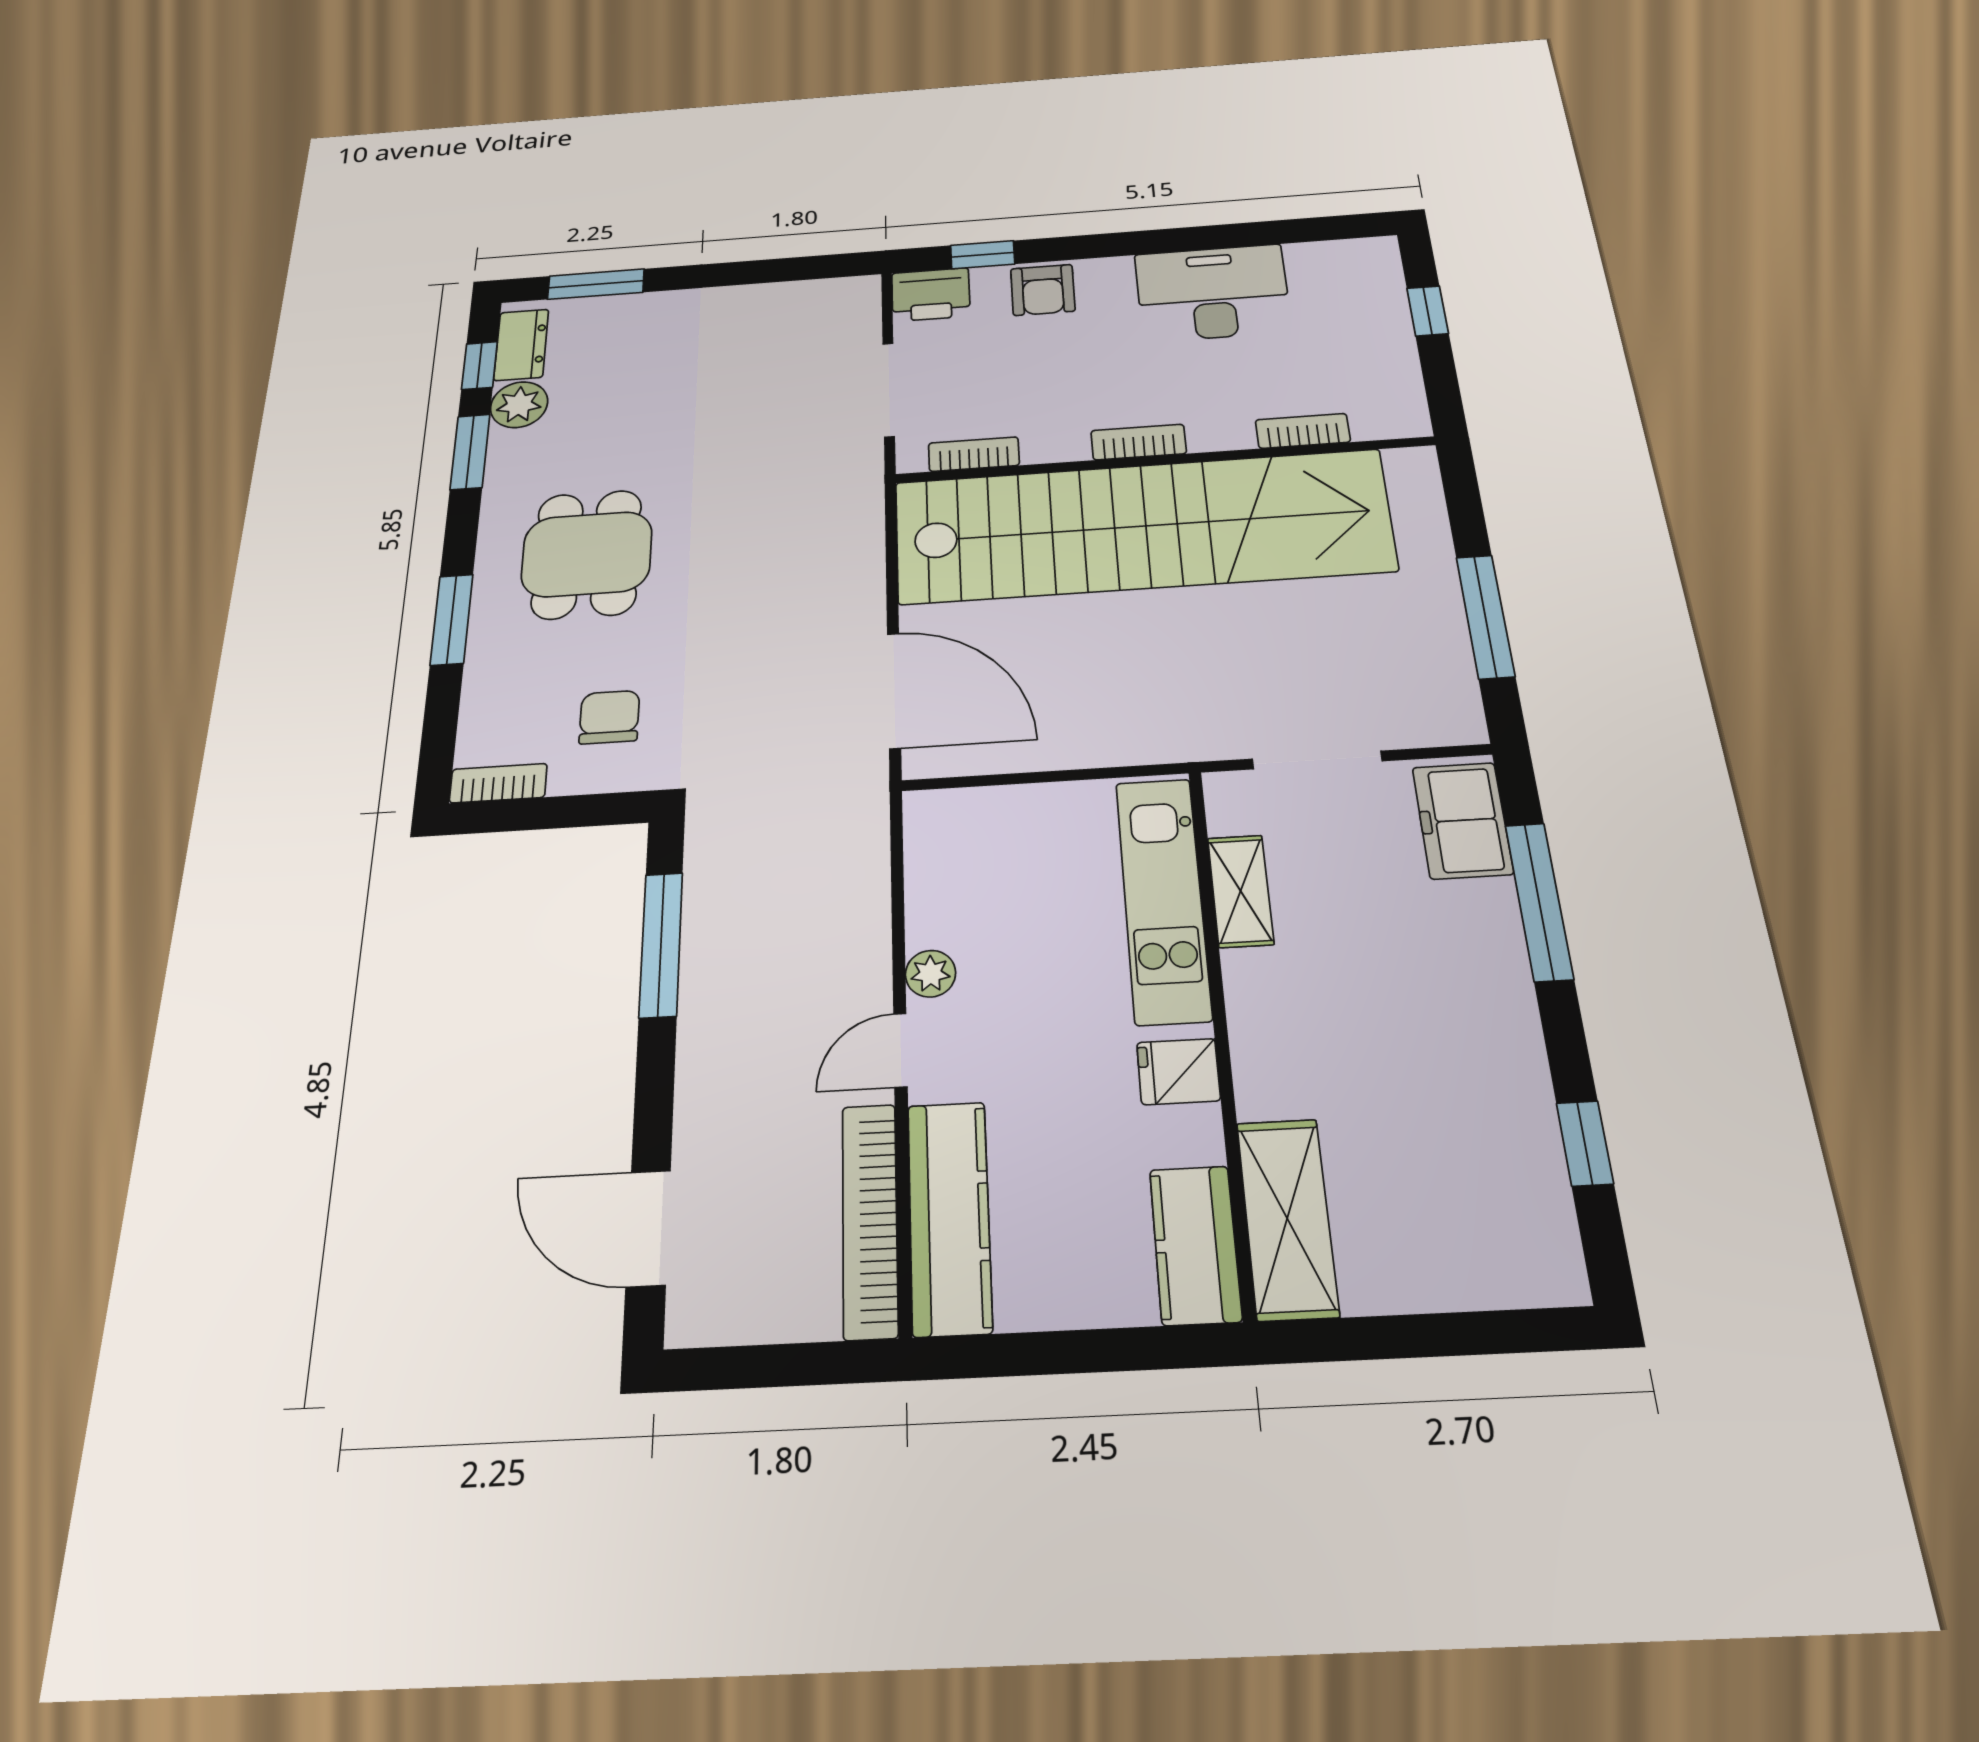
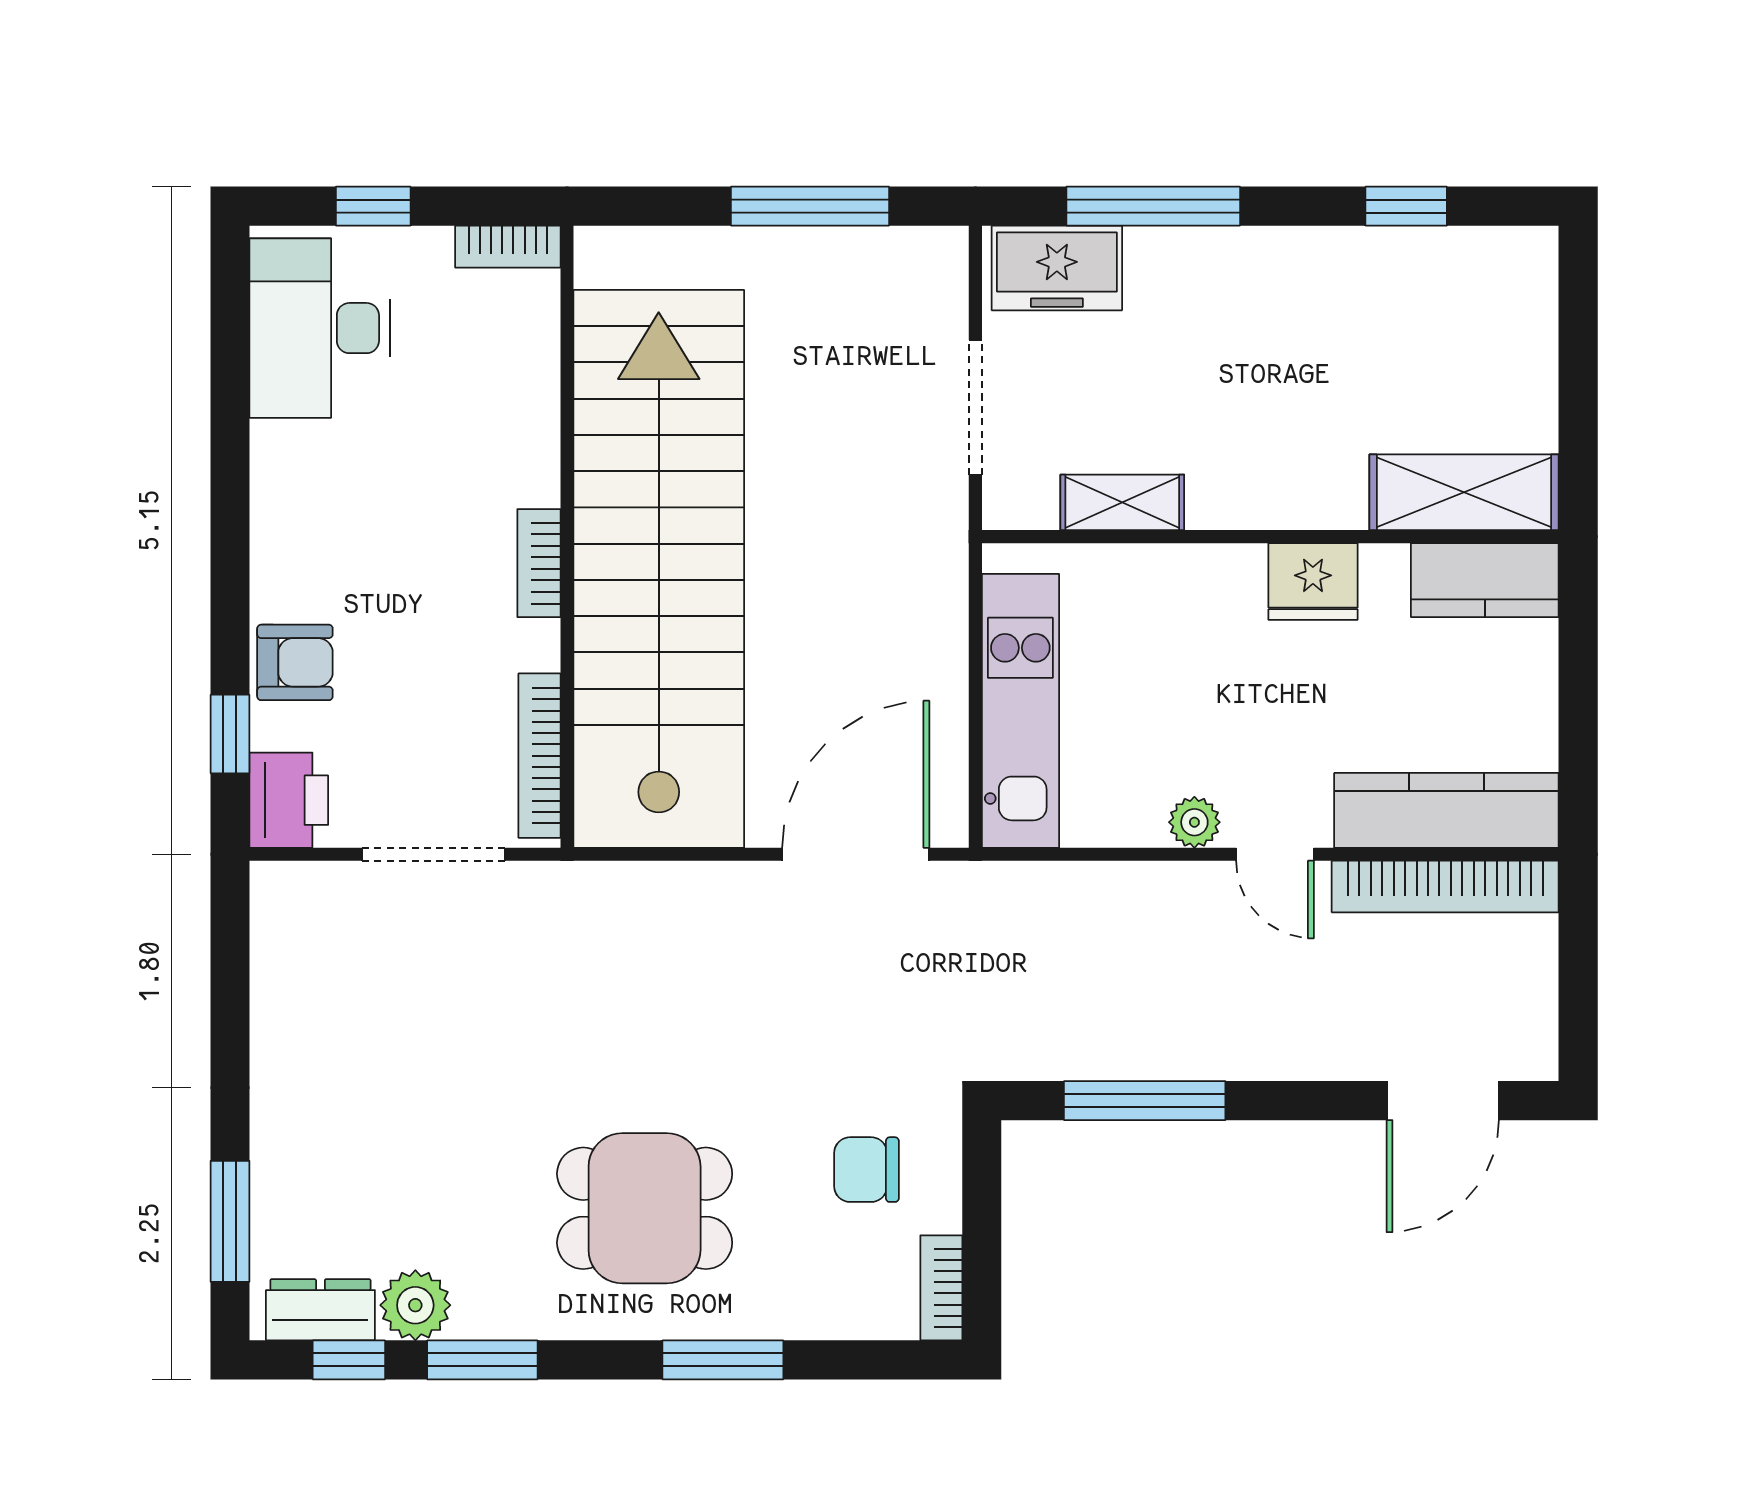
desk: (1213, 293) -> (320, 328), moved
bookcase: (1303, 431) -> (508, 247), moved, turned -90
bookcase: (974, 454) -> (539, 756), width x1.56
kitchen unit: (1163, 899) -> (1020, 711), moved, turned -90
fridge: (1178, 1072) -> (1313, 582), width x1.38

